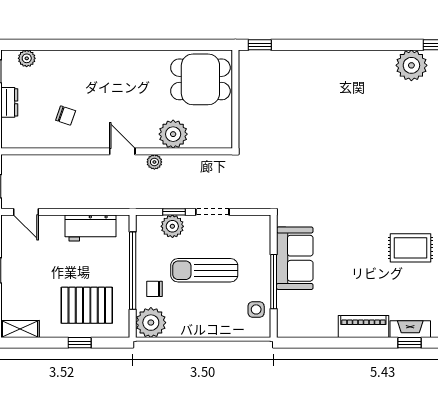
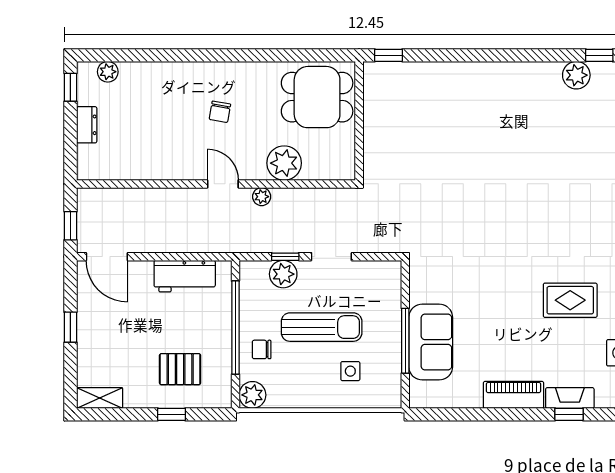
plant: (411, 65) -> (576, 75), width x0.73, depth x0.73
chair: (66, 115) -> (220, 112), moved, turned 81
door: (26, 212) -> (107, 257), width x1.38
sofa: (295, 258) -> (431, 342), moved
sun lounger: (204, 270) -> (322, 327), turned 180
pallet: (87, 305) -> (180, 369), width x0.67, depth x0.71
side table: (256, 309) -> (350, 371), moved
plant: (151, 323) -> (252, 395), width x0.73, depth x0.73

